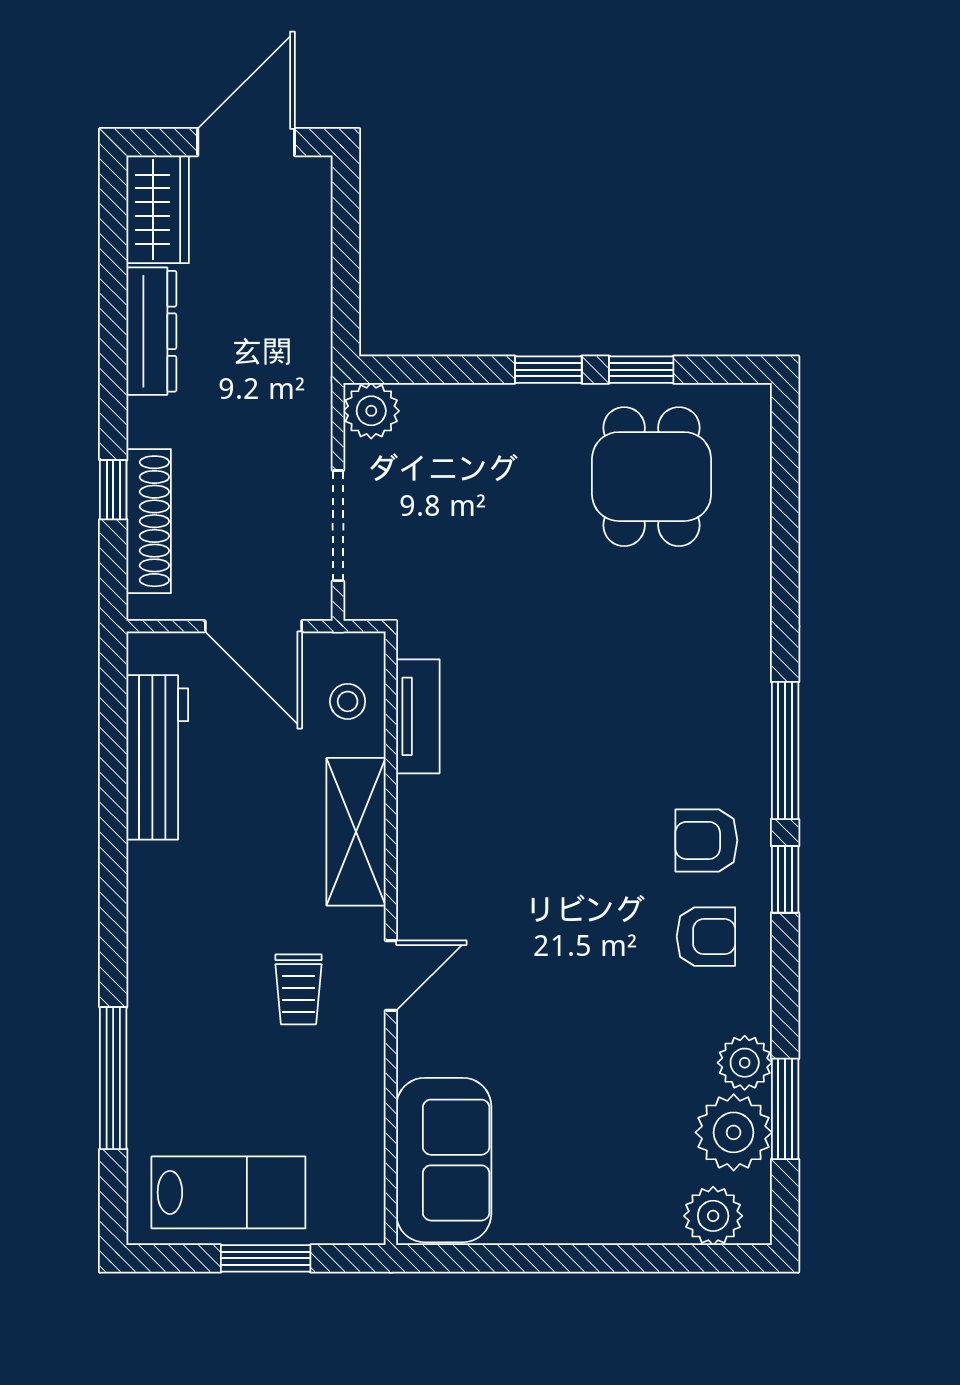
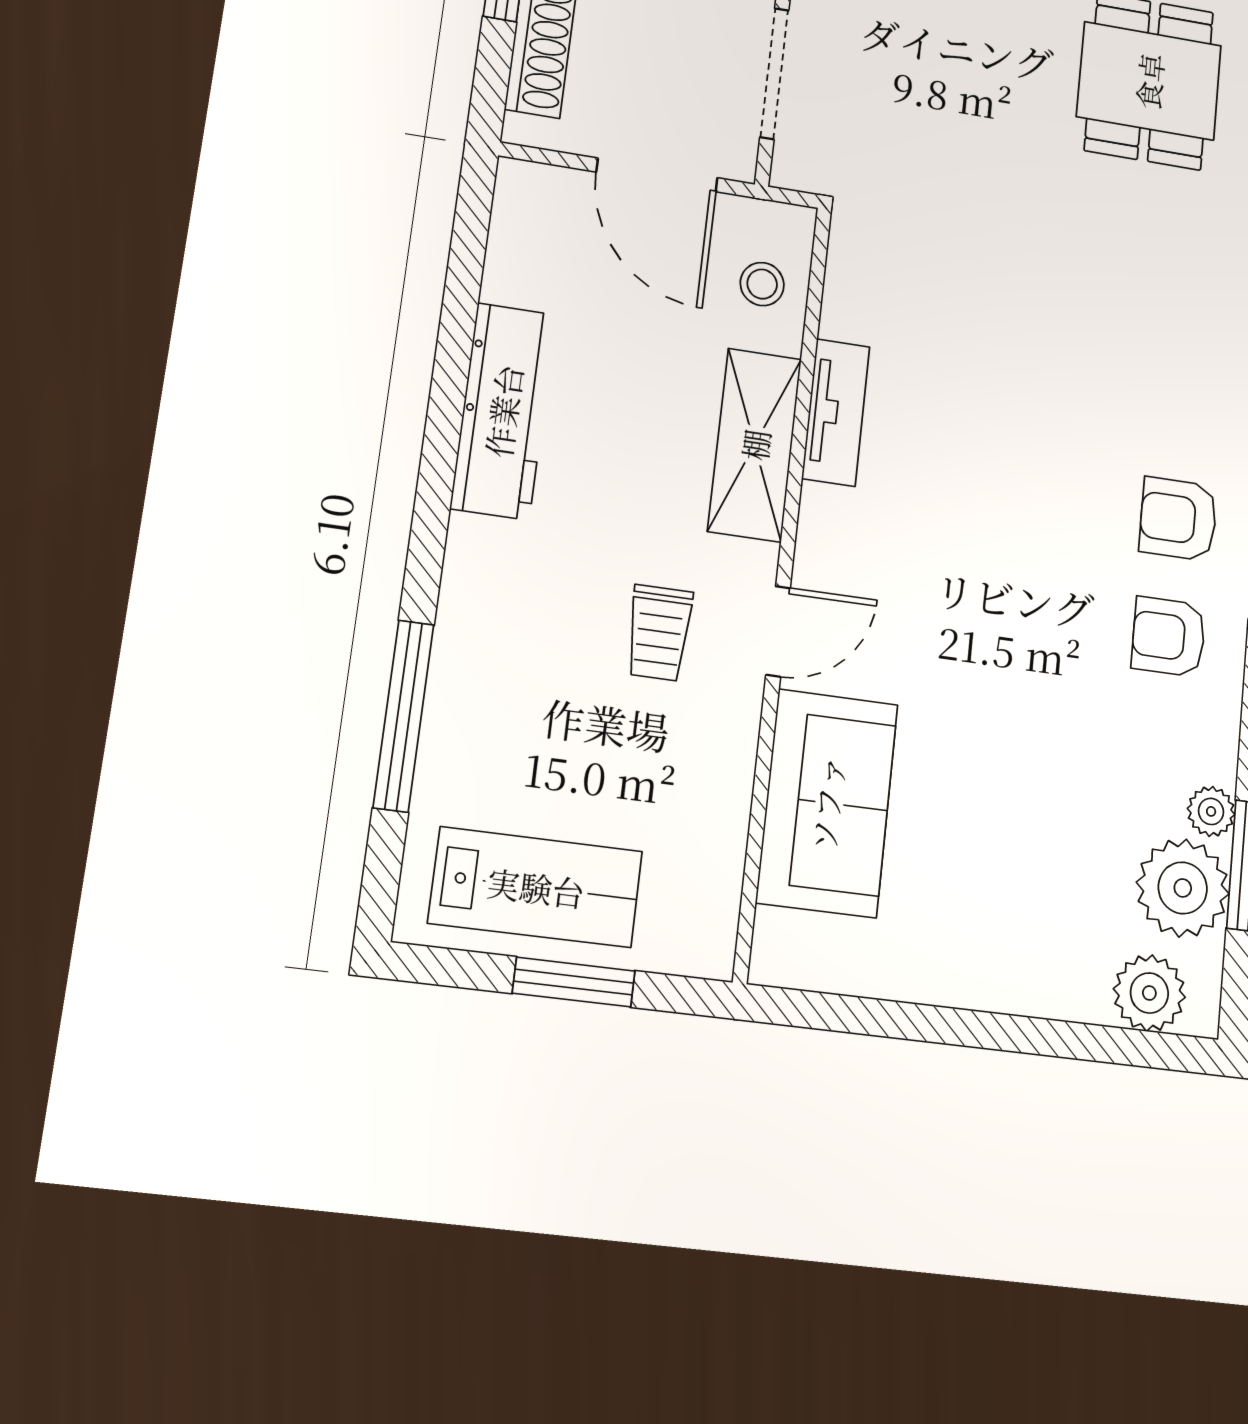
tv unit: (418, 716) -> (836, 412), moved
workbench: (157, 757) -> (503, 411), moved
armchair: (706, 937) -> (1169, 637), turned 180
plant: (745, 1063) -> (1211, 811), width x0.73, depth x0.73
sofa: (444, 1160) -> (827, 803), moved

